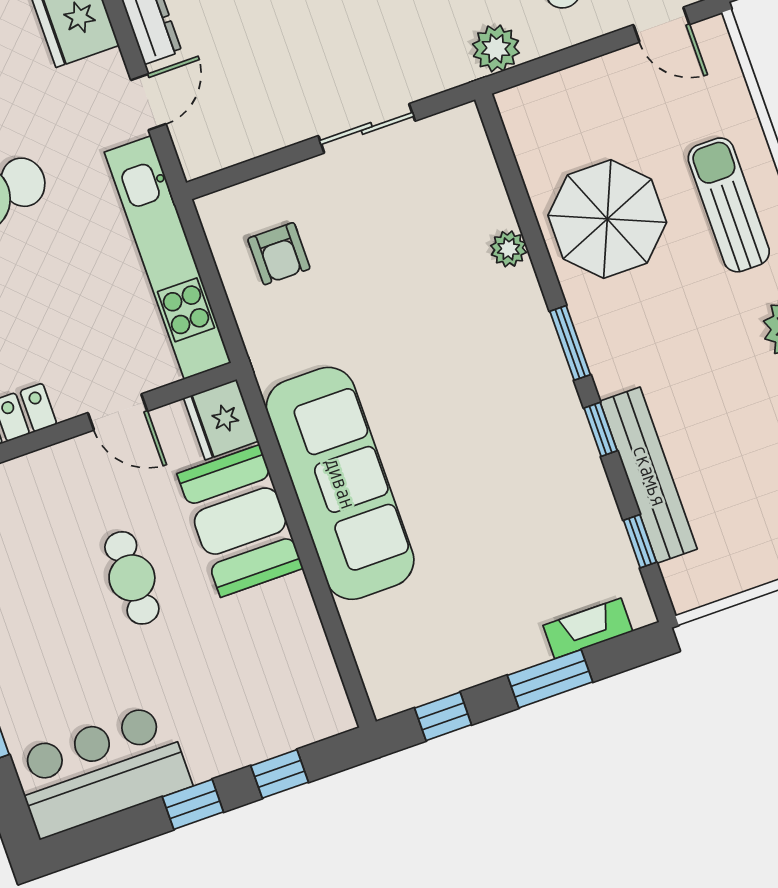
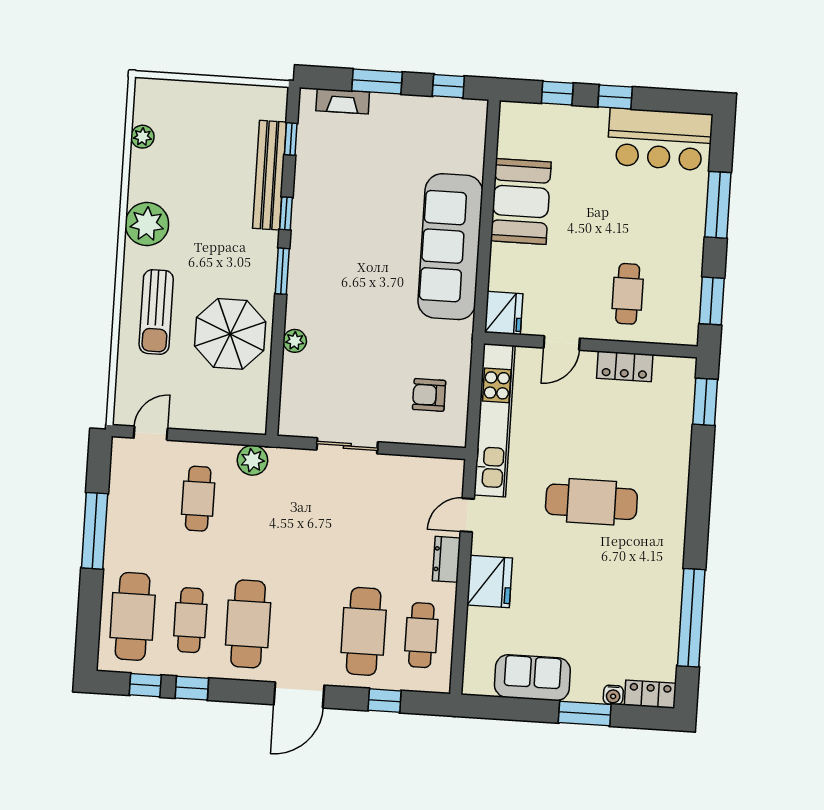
door: (661, 25) -> (151, 433), hinge flipped
armchair: (279, 254) -> (429, 395), turned -90
door: (118, 412) -> (562, 343), swing flipped
booth: (240, 521) -> (521, 201), moved
cafe table: (132, 578) -> (628, 294), moved

